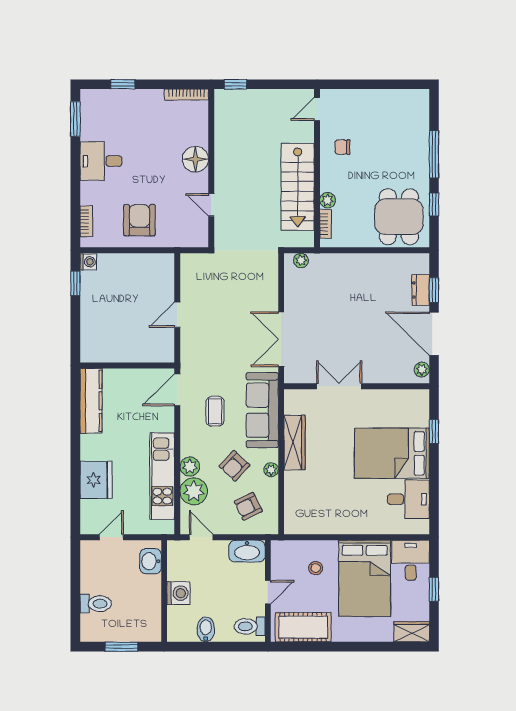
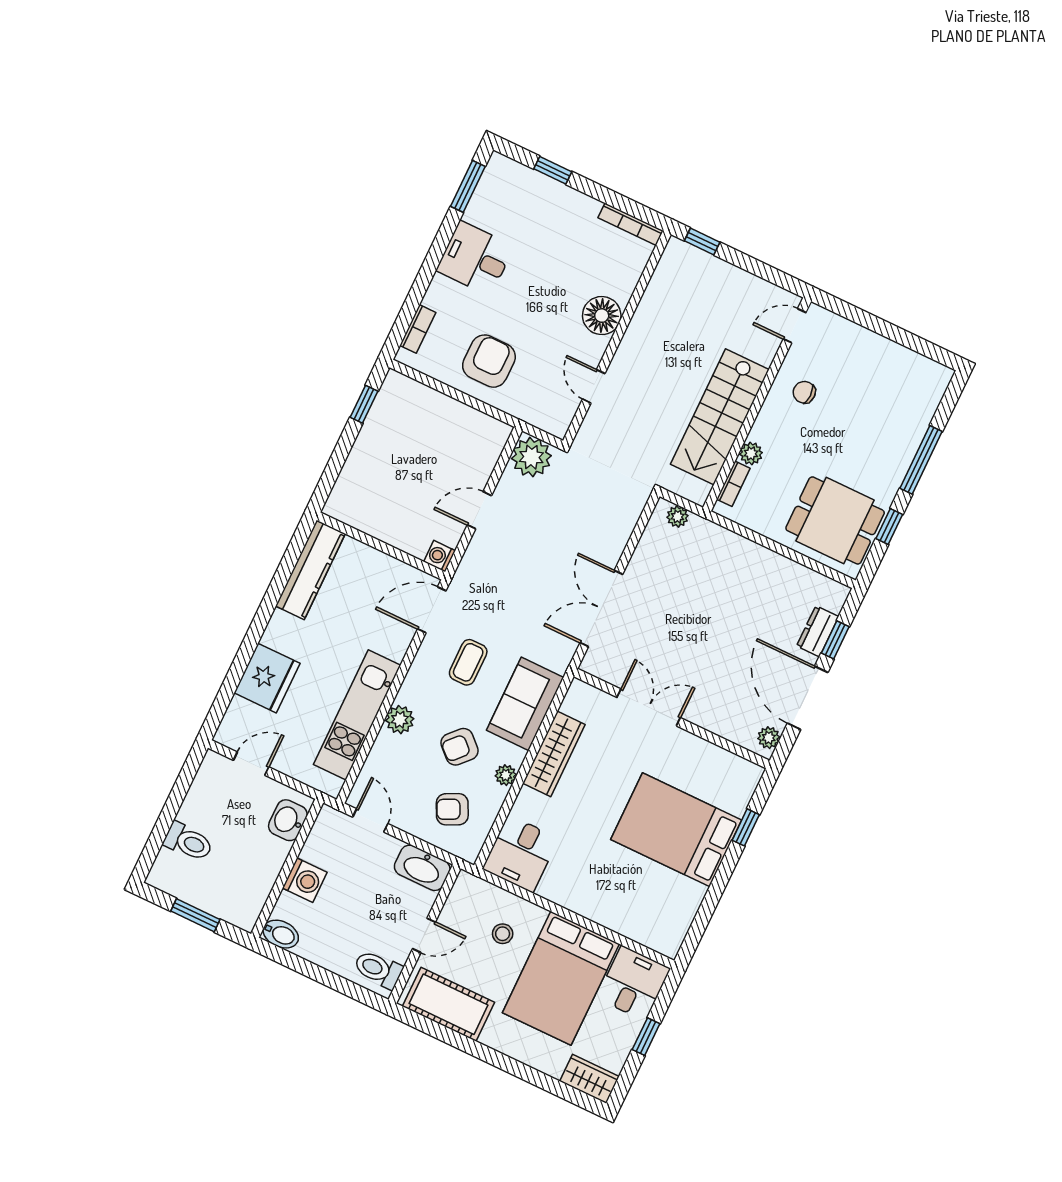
dining table: (399, 217) -> (835, 520), turned 90
washing machine: (88, 262) -> (440, 556), moved, turned 180
sofa: (262, 410) -> (525, 704), width x0.73
plant: (194, 491) -> (531, 457), moved
desk: (408, 499) -> (520, 854), moved, turned 90
bidet: (206, 629) -> (281, 934), moved, turned 90

